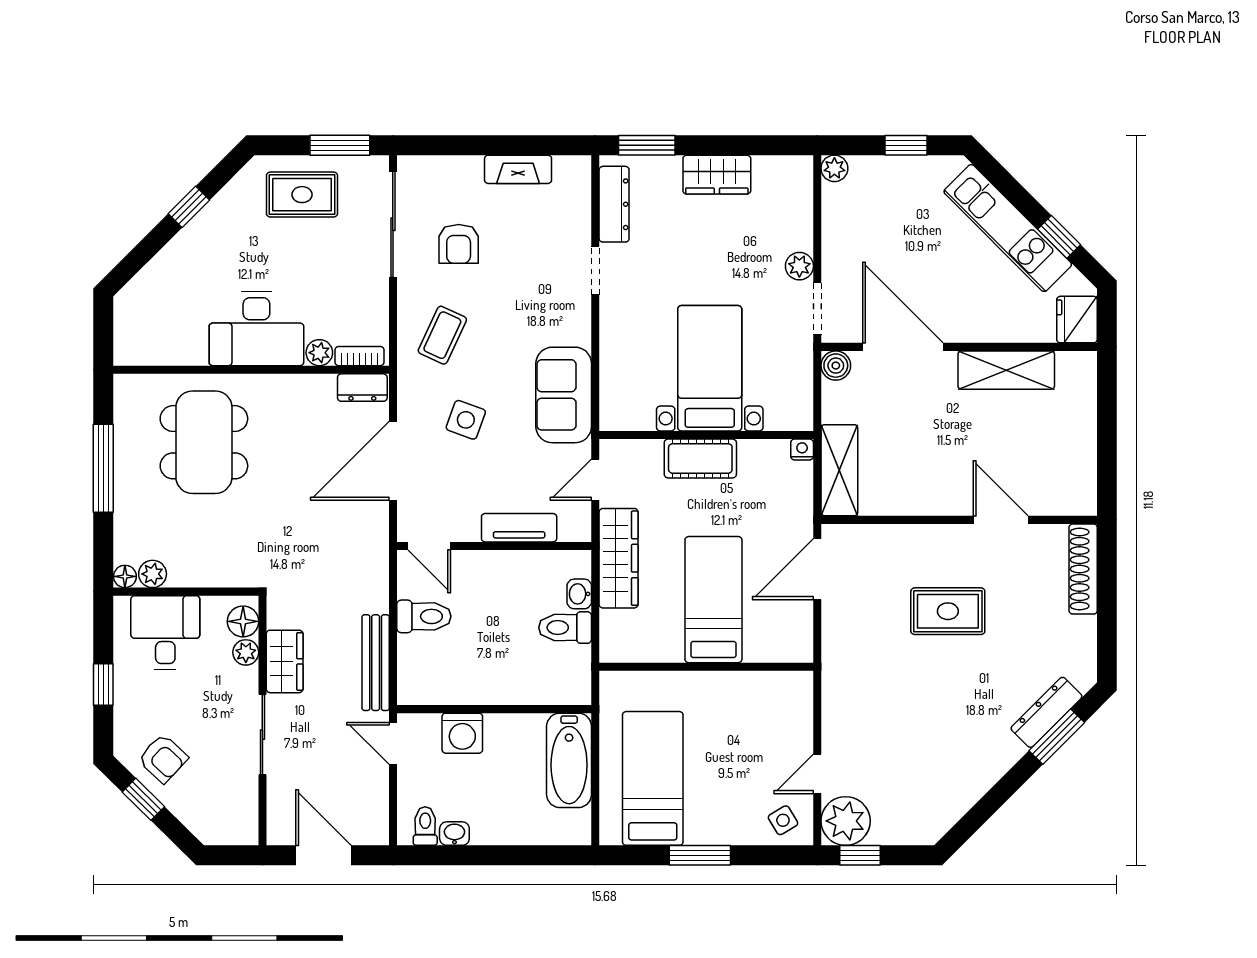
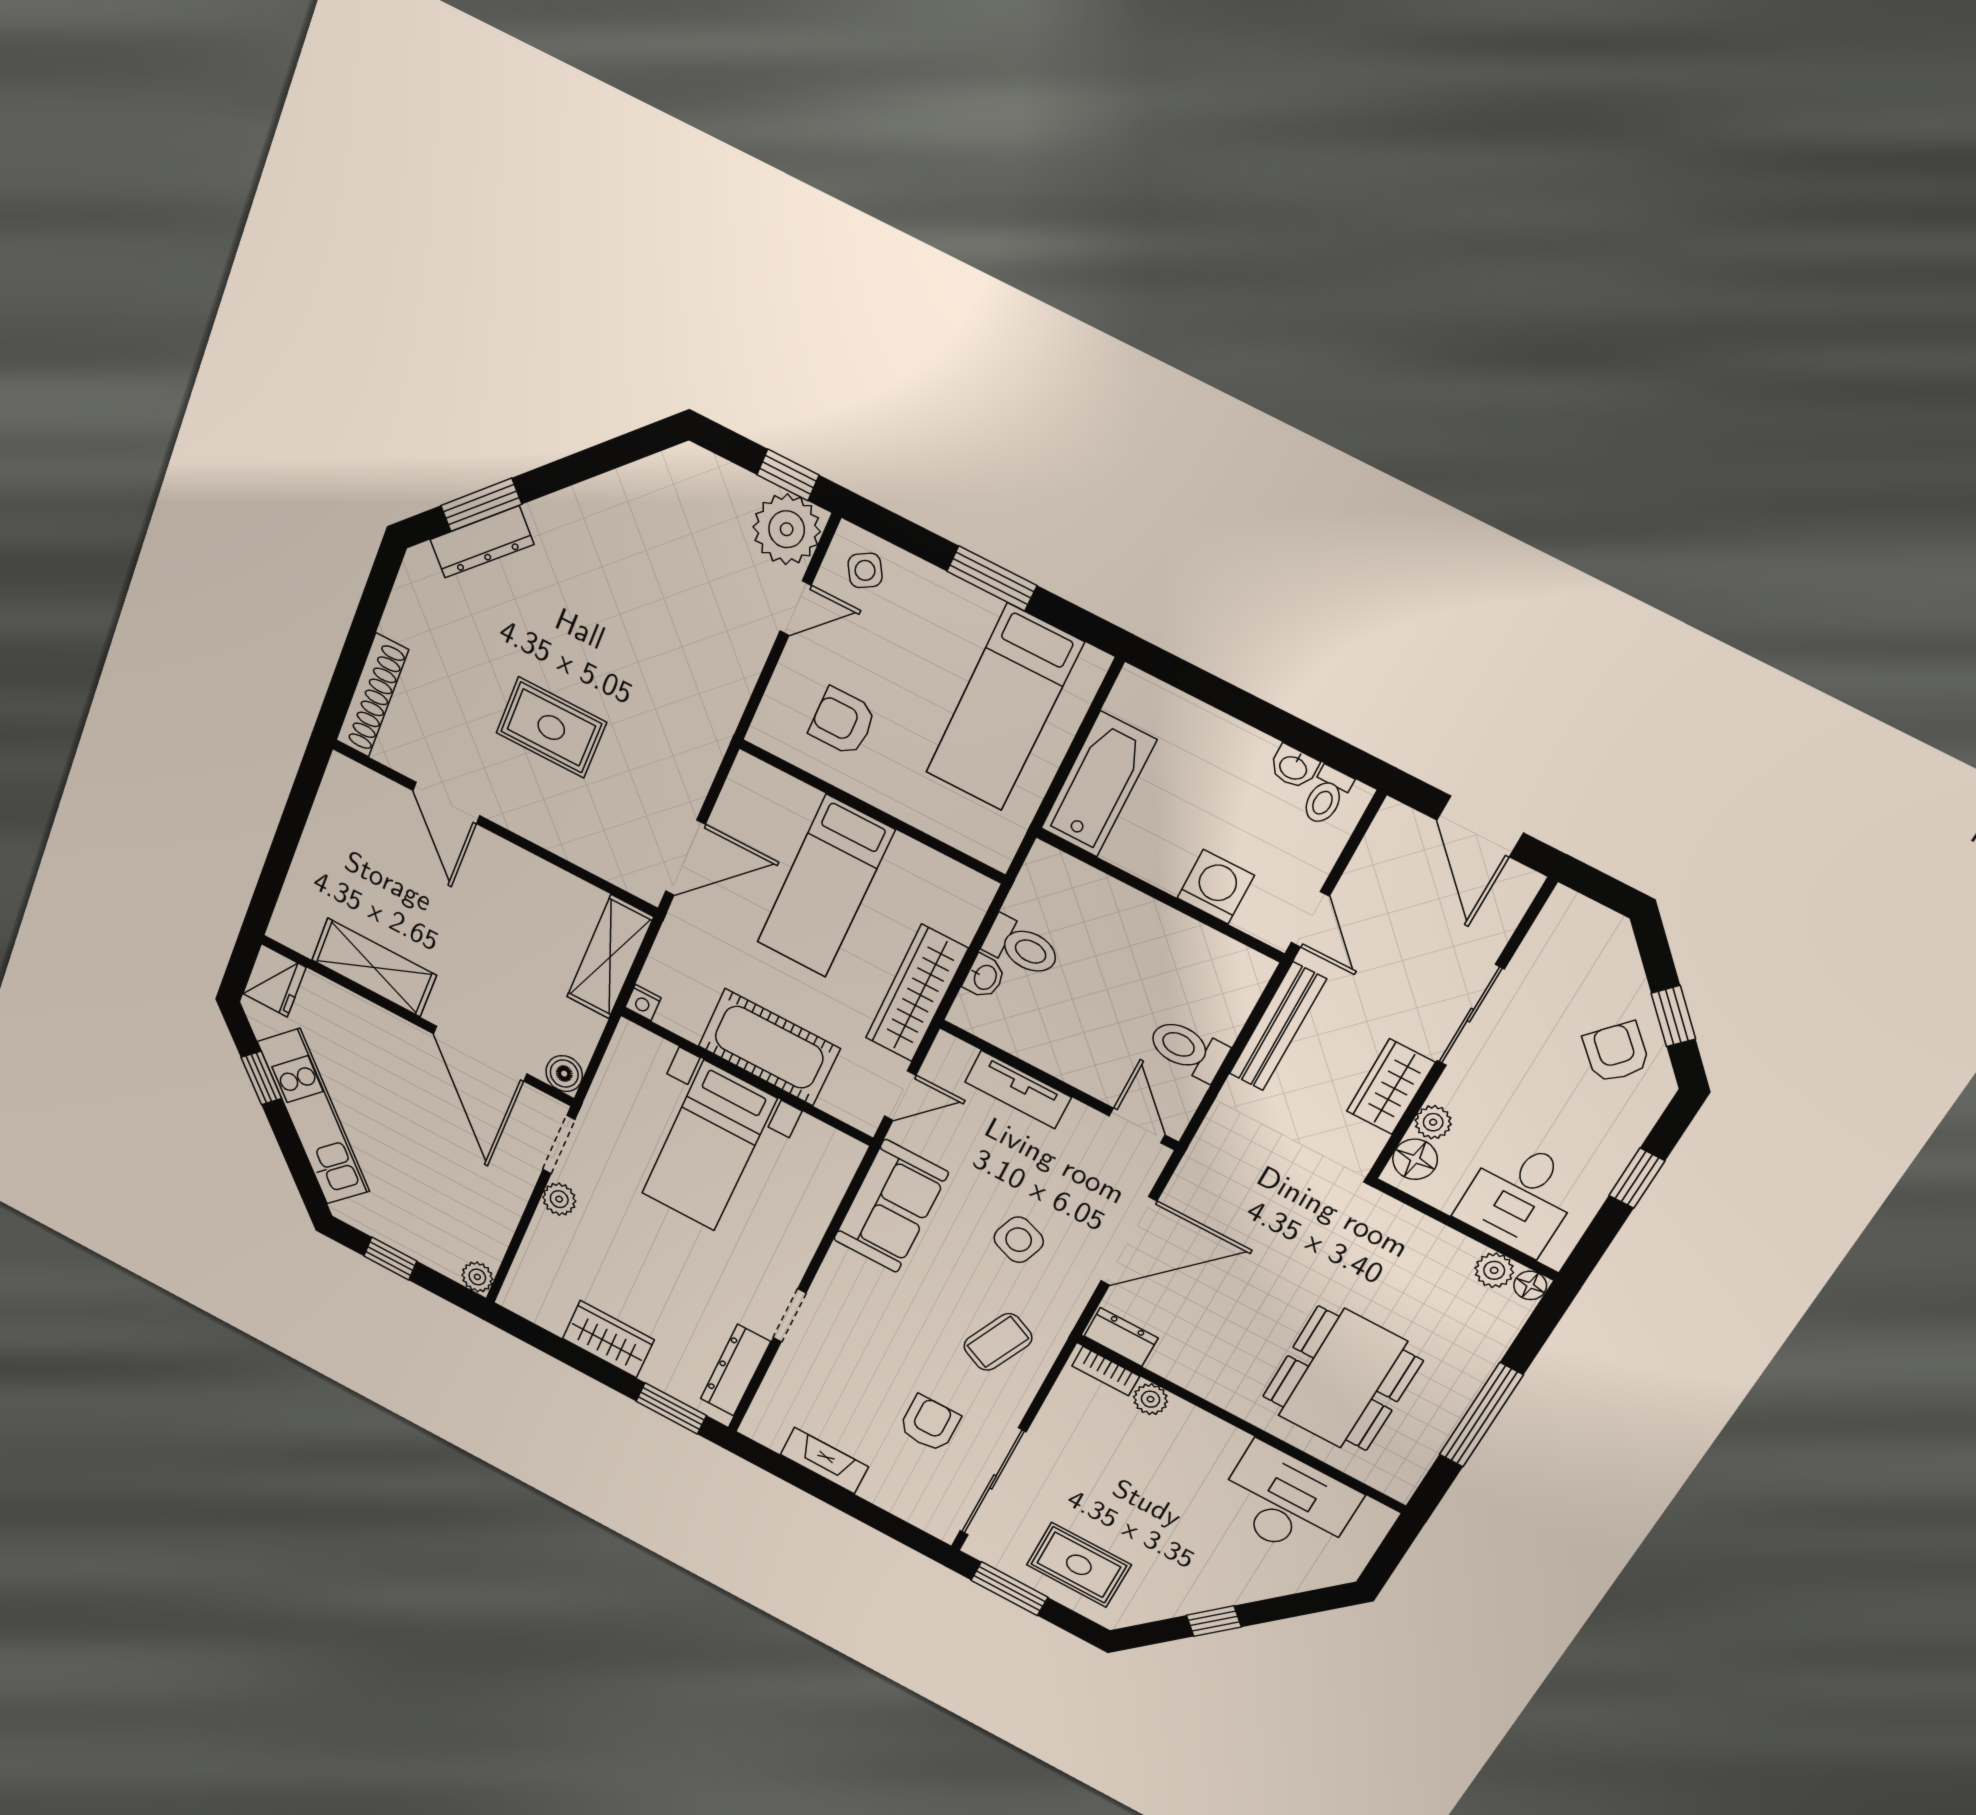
desk: (256, 329) -> (1287, 1503), moved
cot: (700, 458) -> (769, 1047), width x1.37, depth x1.34
armchair: (753, 716) -> (843, 722), added

